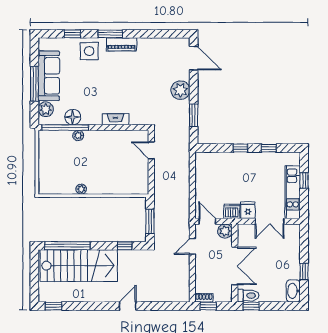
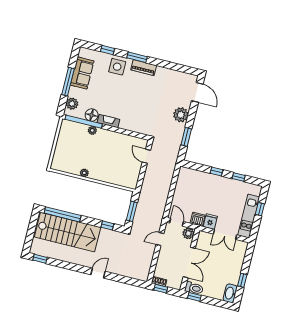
sofa: (49, 76) -> (82, 73), width x0.73
fireplace: (115, 119) -> (108, 121), moved

